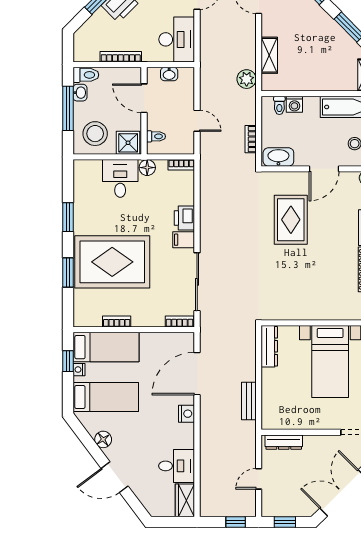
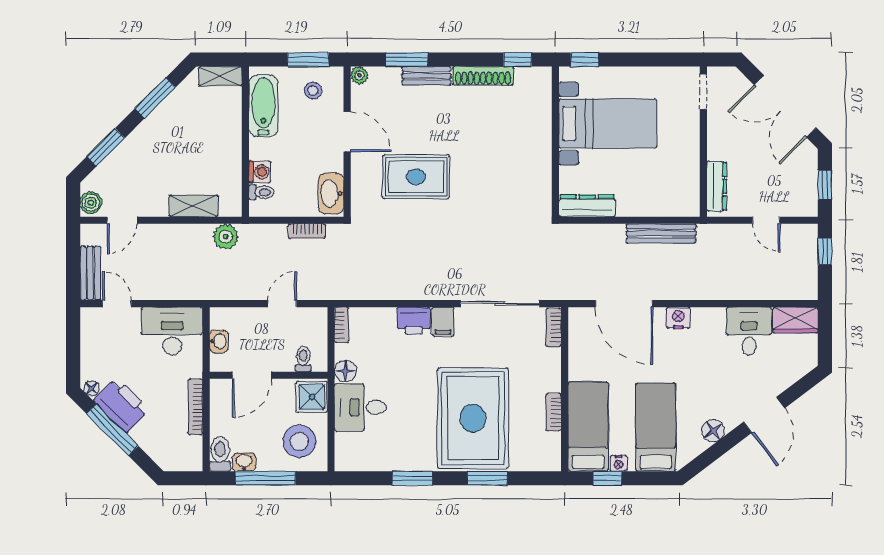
bench: (249, 401) -> (661, 233), width x1.36

